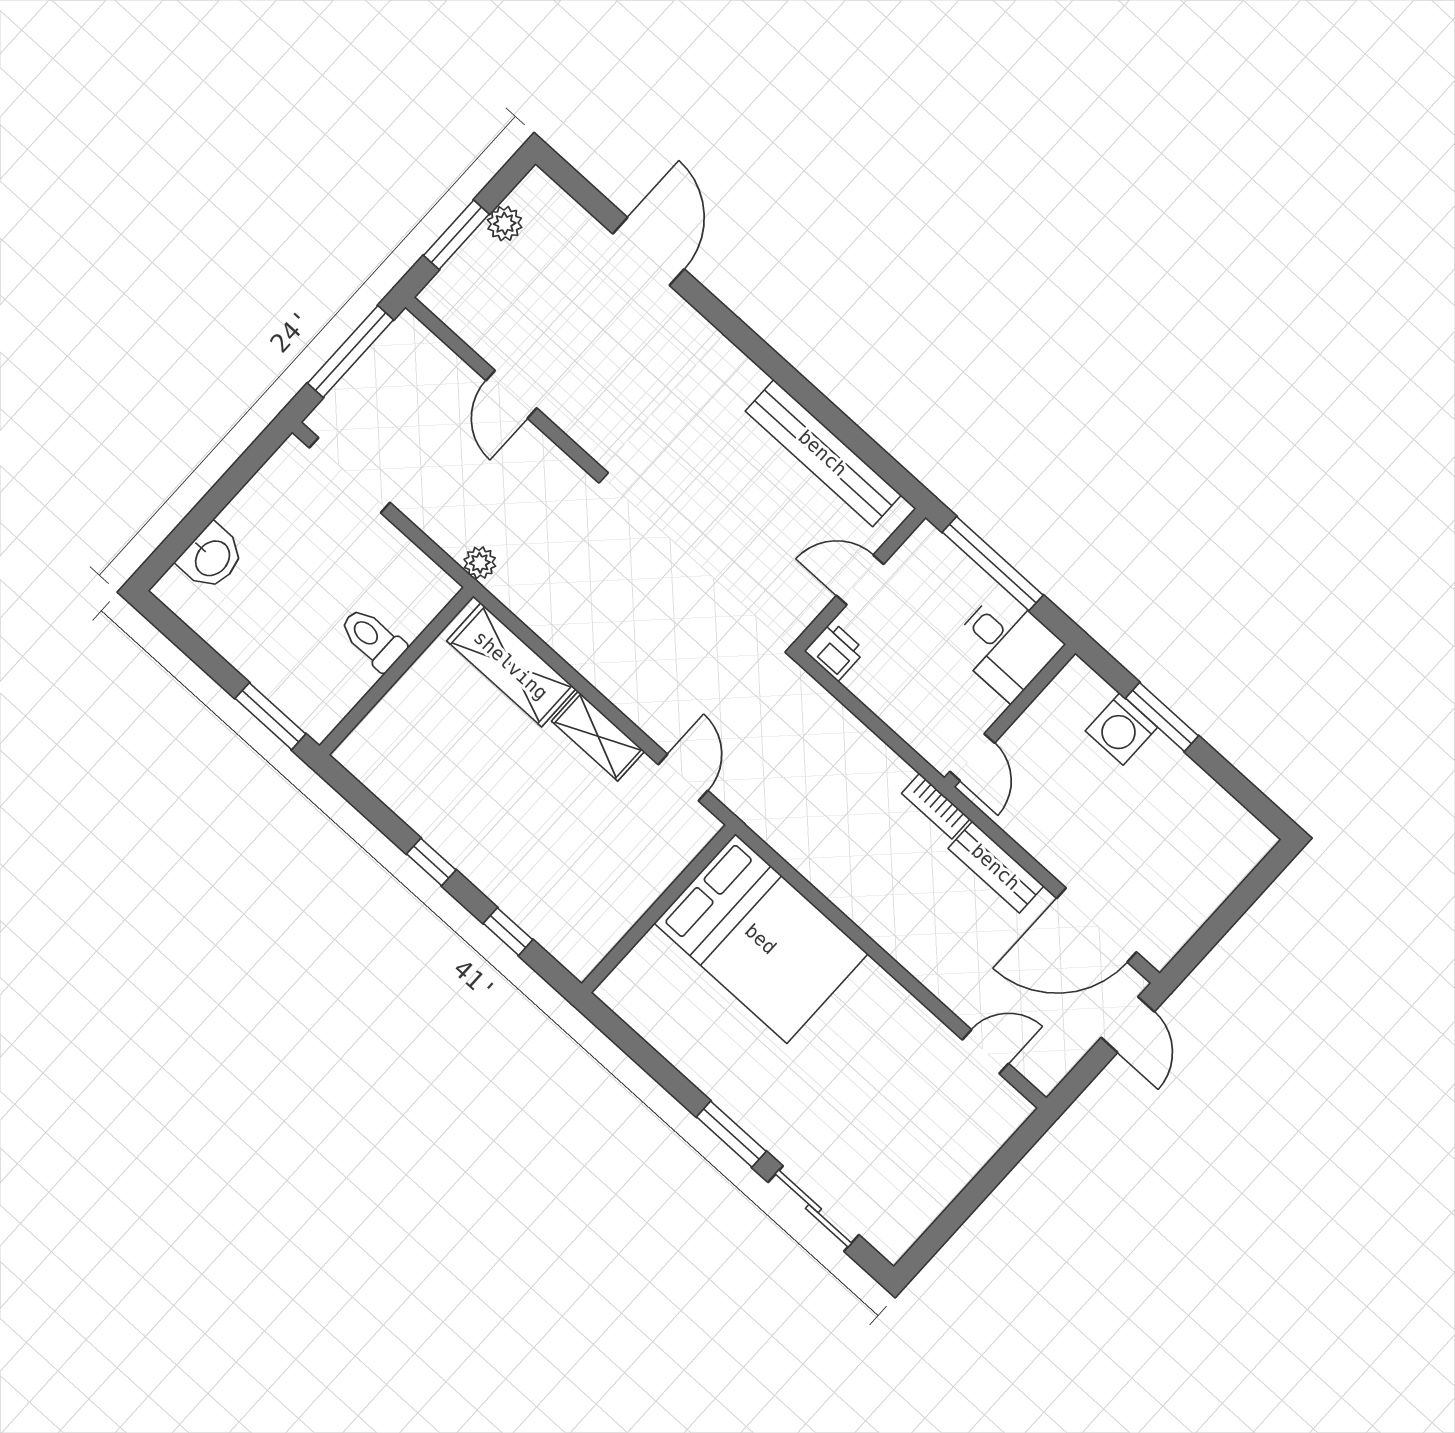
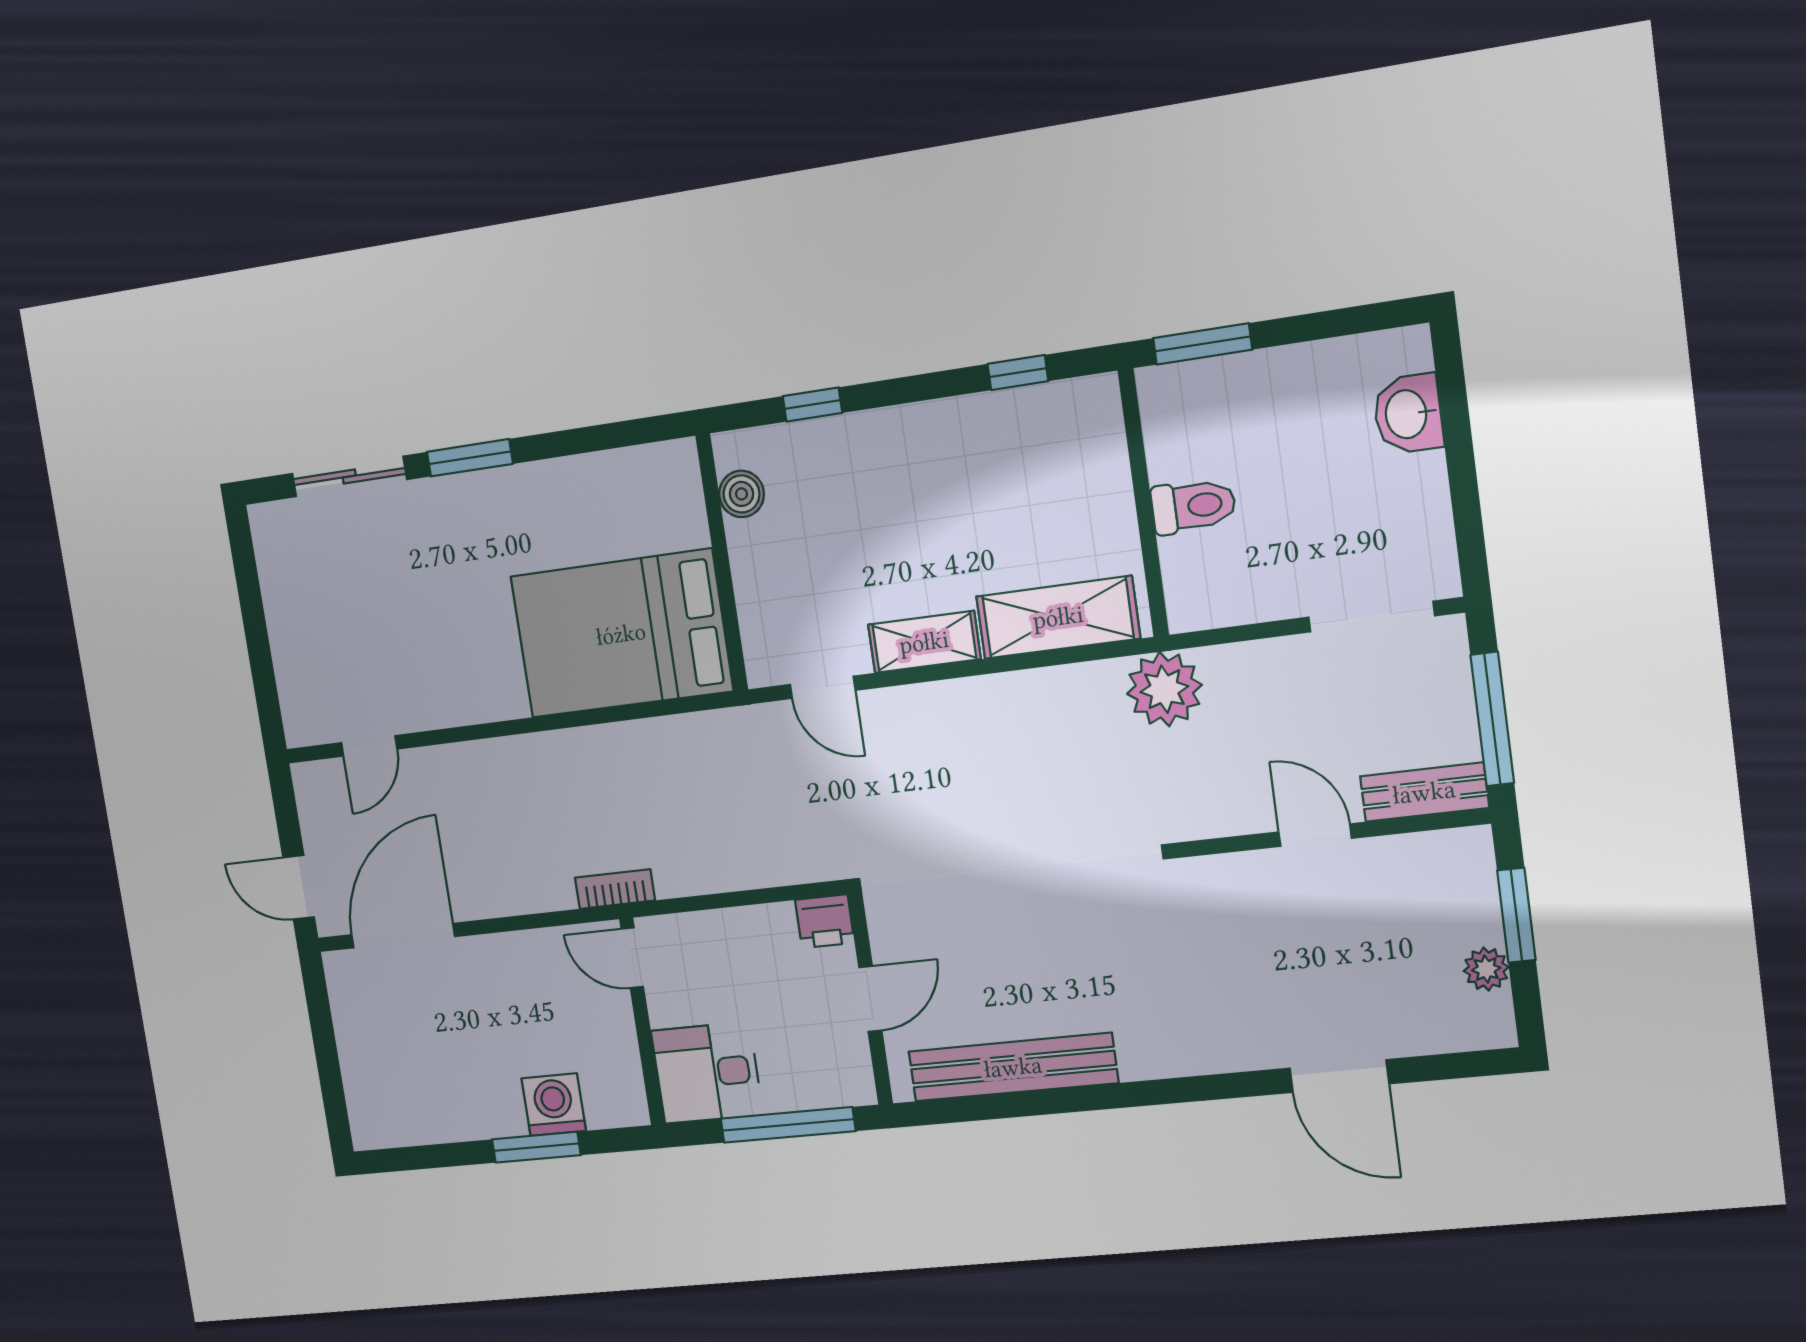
plant: (480, 563) -> (1164, 689), width x1.88, depth x1.88
window: (431, 862) -> (1018, 373), moved
bench: (996, 867) -> (1424, 792), moved
boiler: (603, 932) -> (742, 494), added

